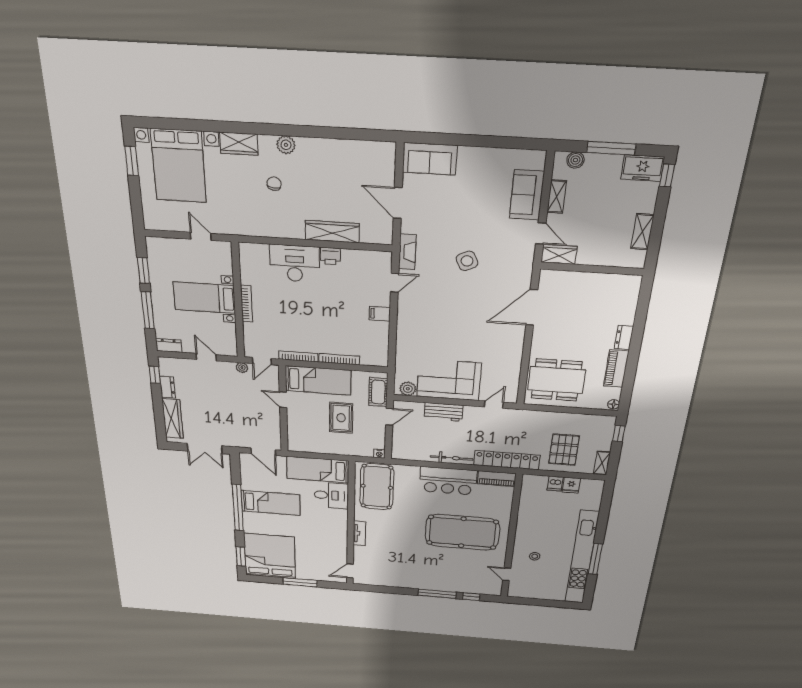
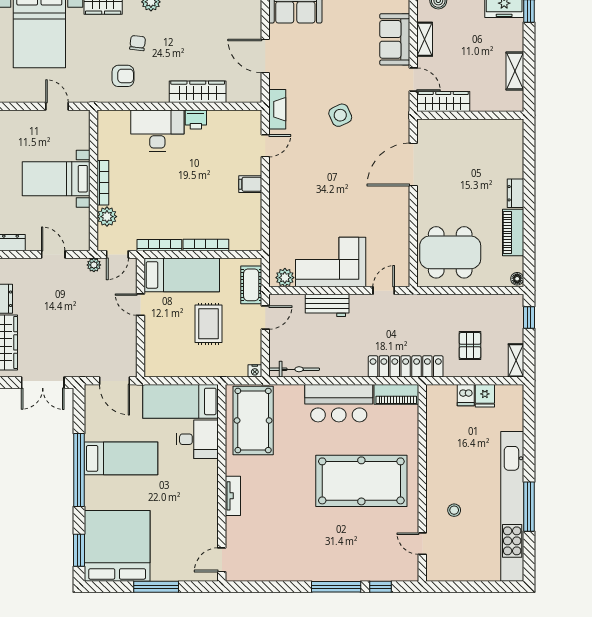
armchair: (261, 213) -> (123, 76), added
wardrobe: (559, 254) -> (443, 101), width x1.50
plant: (251, 331) -> (107, 217), added
pallet: (564, 450) -> (470, 346), width x0.67, depth x0.71
bicycle: (452, 458) -> (294, 369), moved

